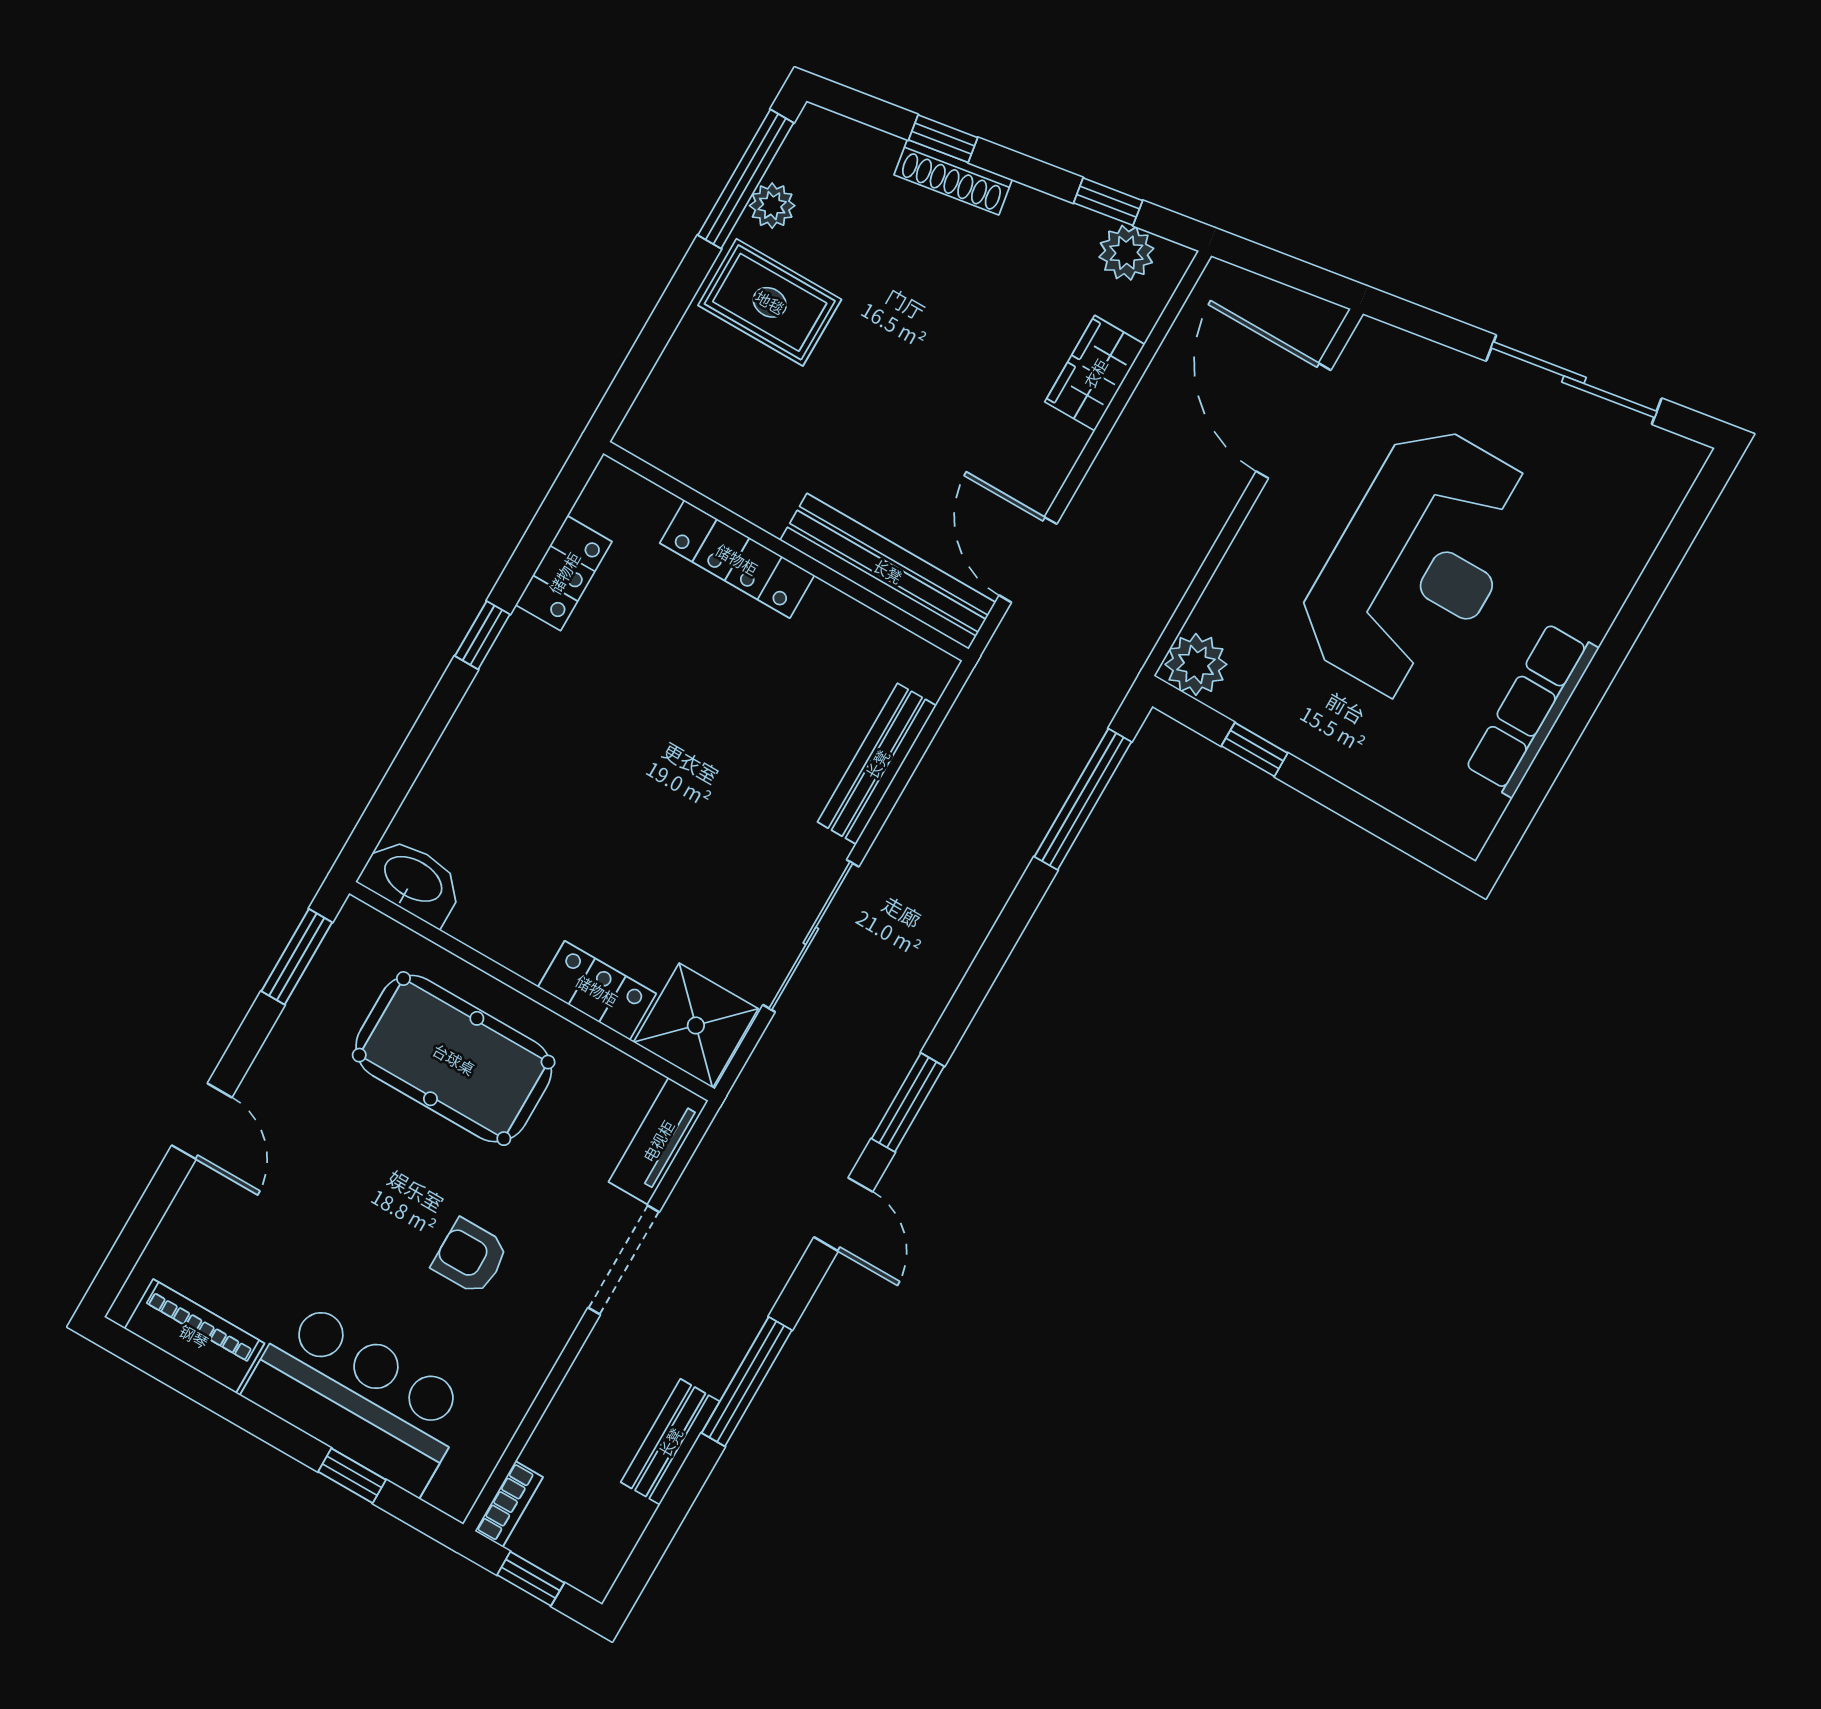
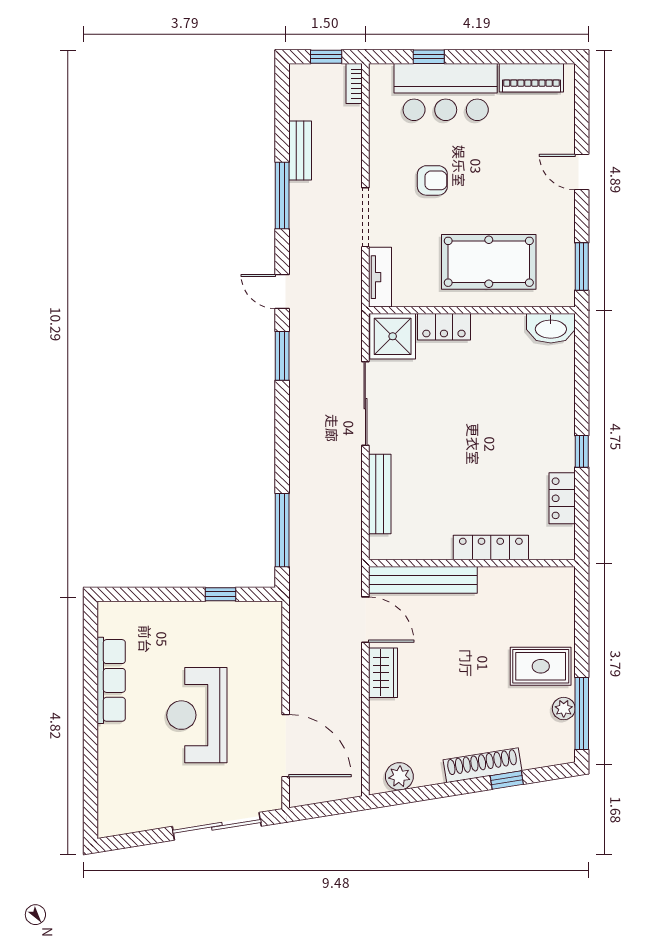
shoe rack: (953, 177) -> (483, 765), width x1.36, depth x1.24
window: (1108, 202) -> (420, 794), removed
wardrobe: (1095, 373) -> (383, 673), moved
sliding door: (1574, 380) -> (217, 826), moved
reception desk: (1417, 563) -> (197, 715), width x0.74, depth x0.77
plant: (1196, 664) -> (267, 616), removed

